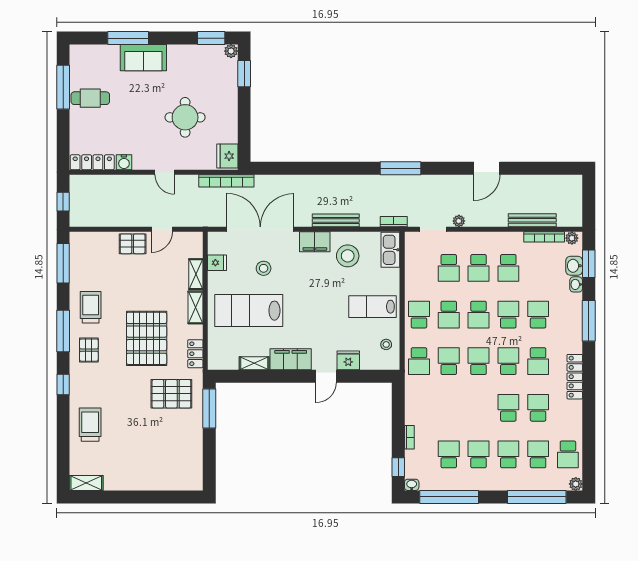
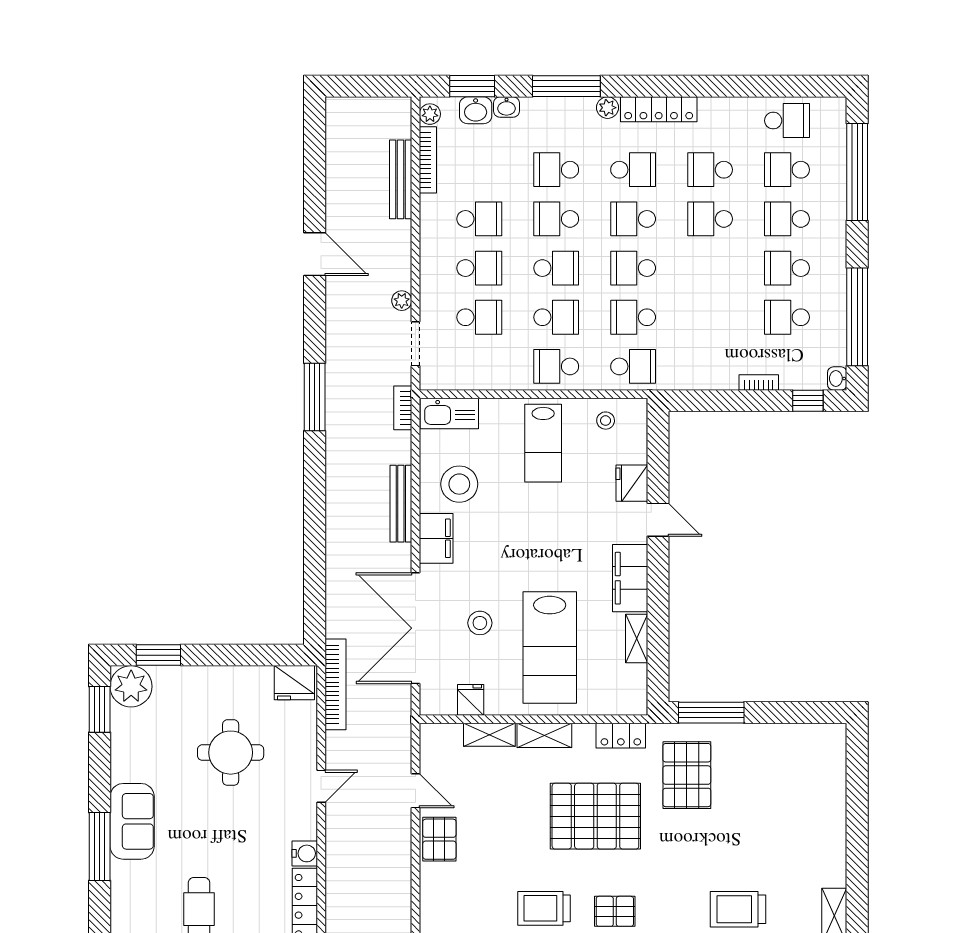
plant: (231, 51) -> (131, 686), width x1.87, depth x1.87
plant: (576, 484) -> (607, 108), moved

